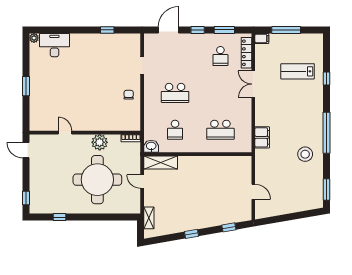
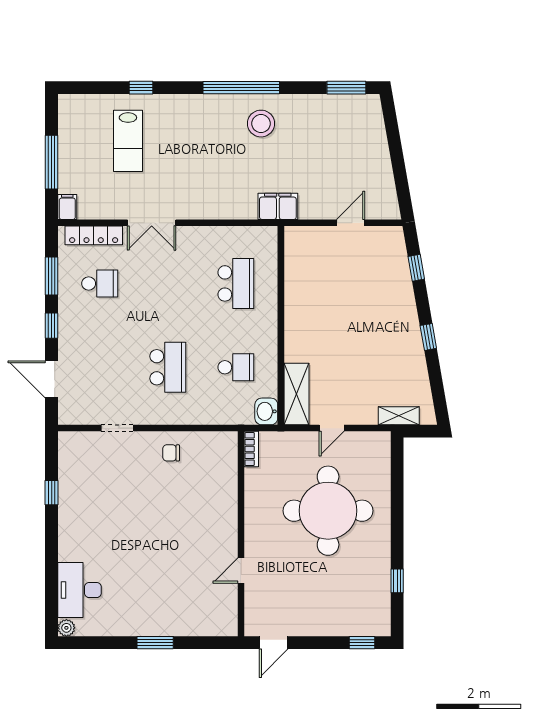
filing cabinet: (262, 137) -> (278, 206), moved
plant: (100, 142) -> (259, 507), removed
stool: (305, 154) -> (261, 124), moved

